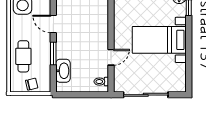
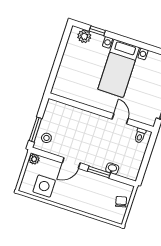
cafe table: (23, 56) -> (92, 201), removed
washbasin: (63, 71) -> (112, 169), width x0.52, depth x0.69

